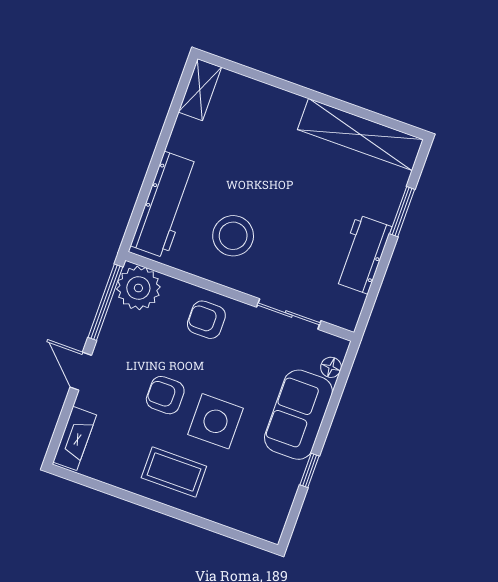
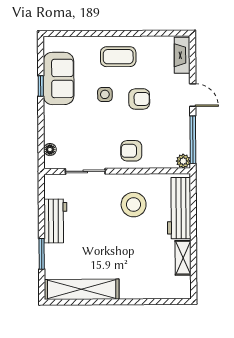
shelving: (200, 90) -> (183, 258), moved
plant: (138, 288) -> (183, 161), width x0.53, depth x0.53
armchair: (206, 320) -> (131, 151), turned 180
sofa: (298, 415) -> (59, 78), moved
side table: (216, 421) -> (105, 94), width x0.54, depth x0.54

